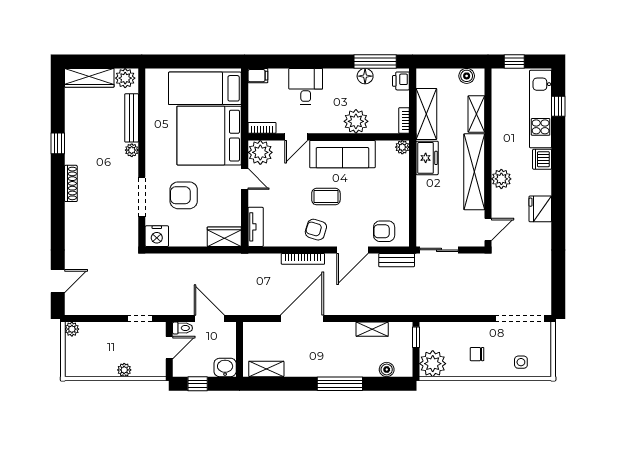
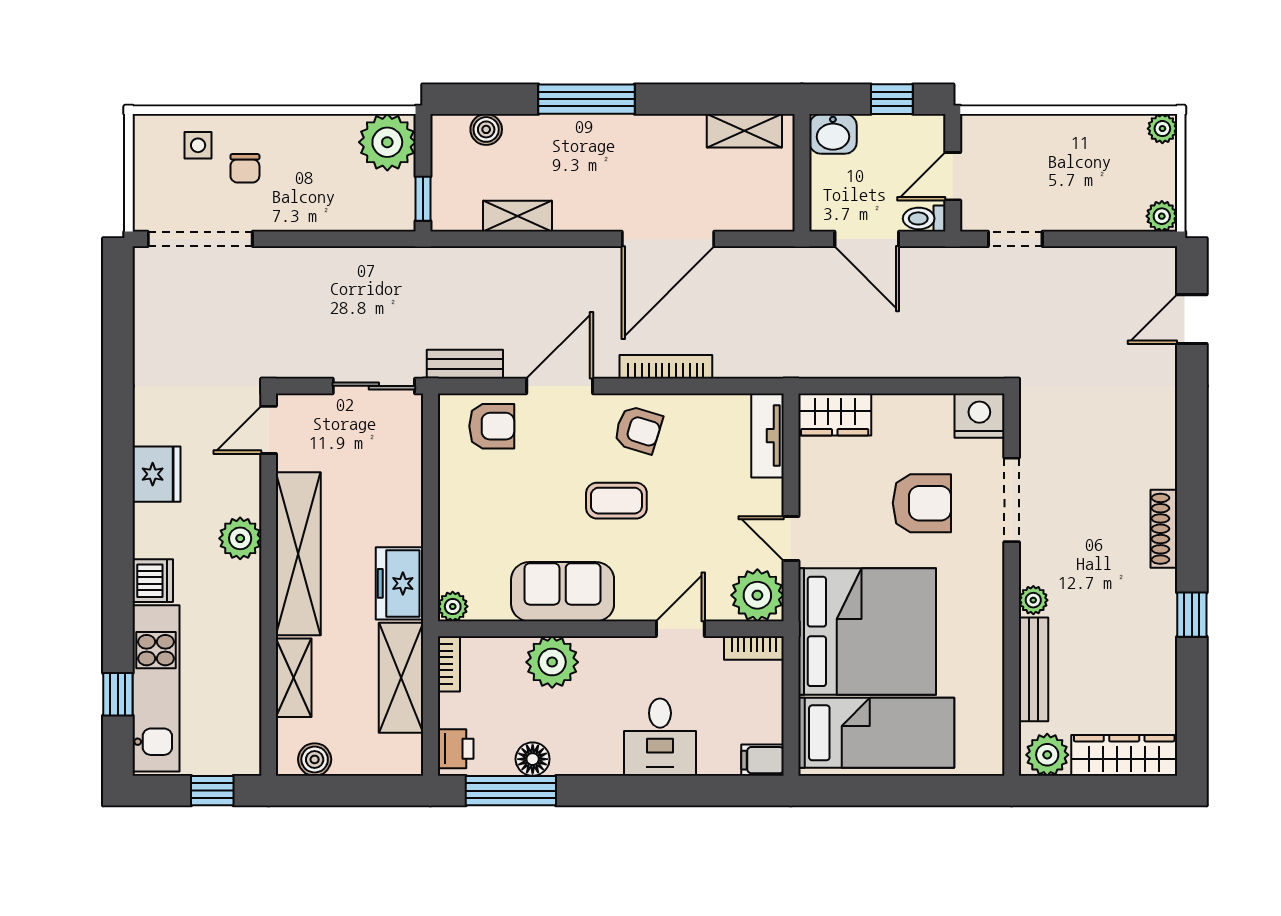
sofa: (342, 154) -> (563, 592), width x0.73
chair: (477, 354) -> (245, 168), moved, turned 90
plant: (124, 370) -> (1162, 129), moved

